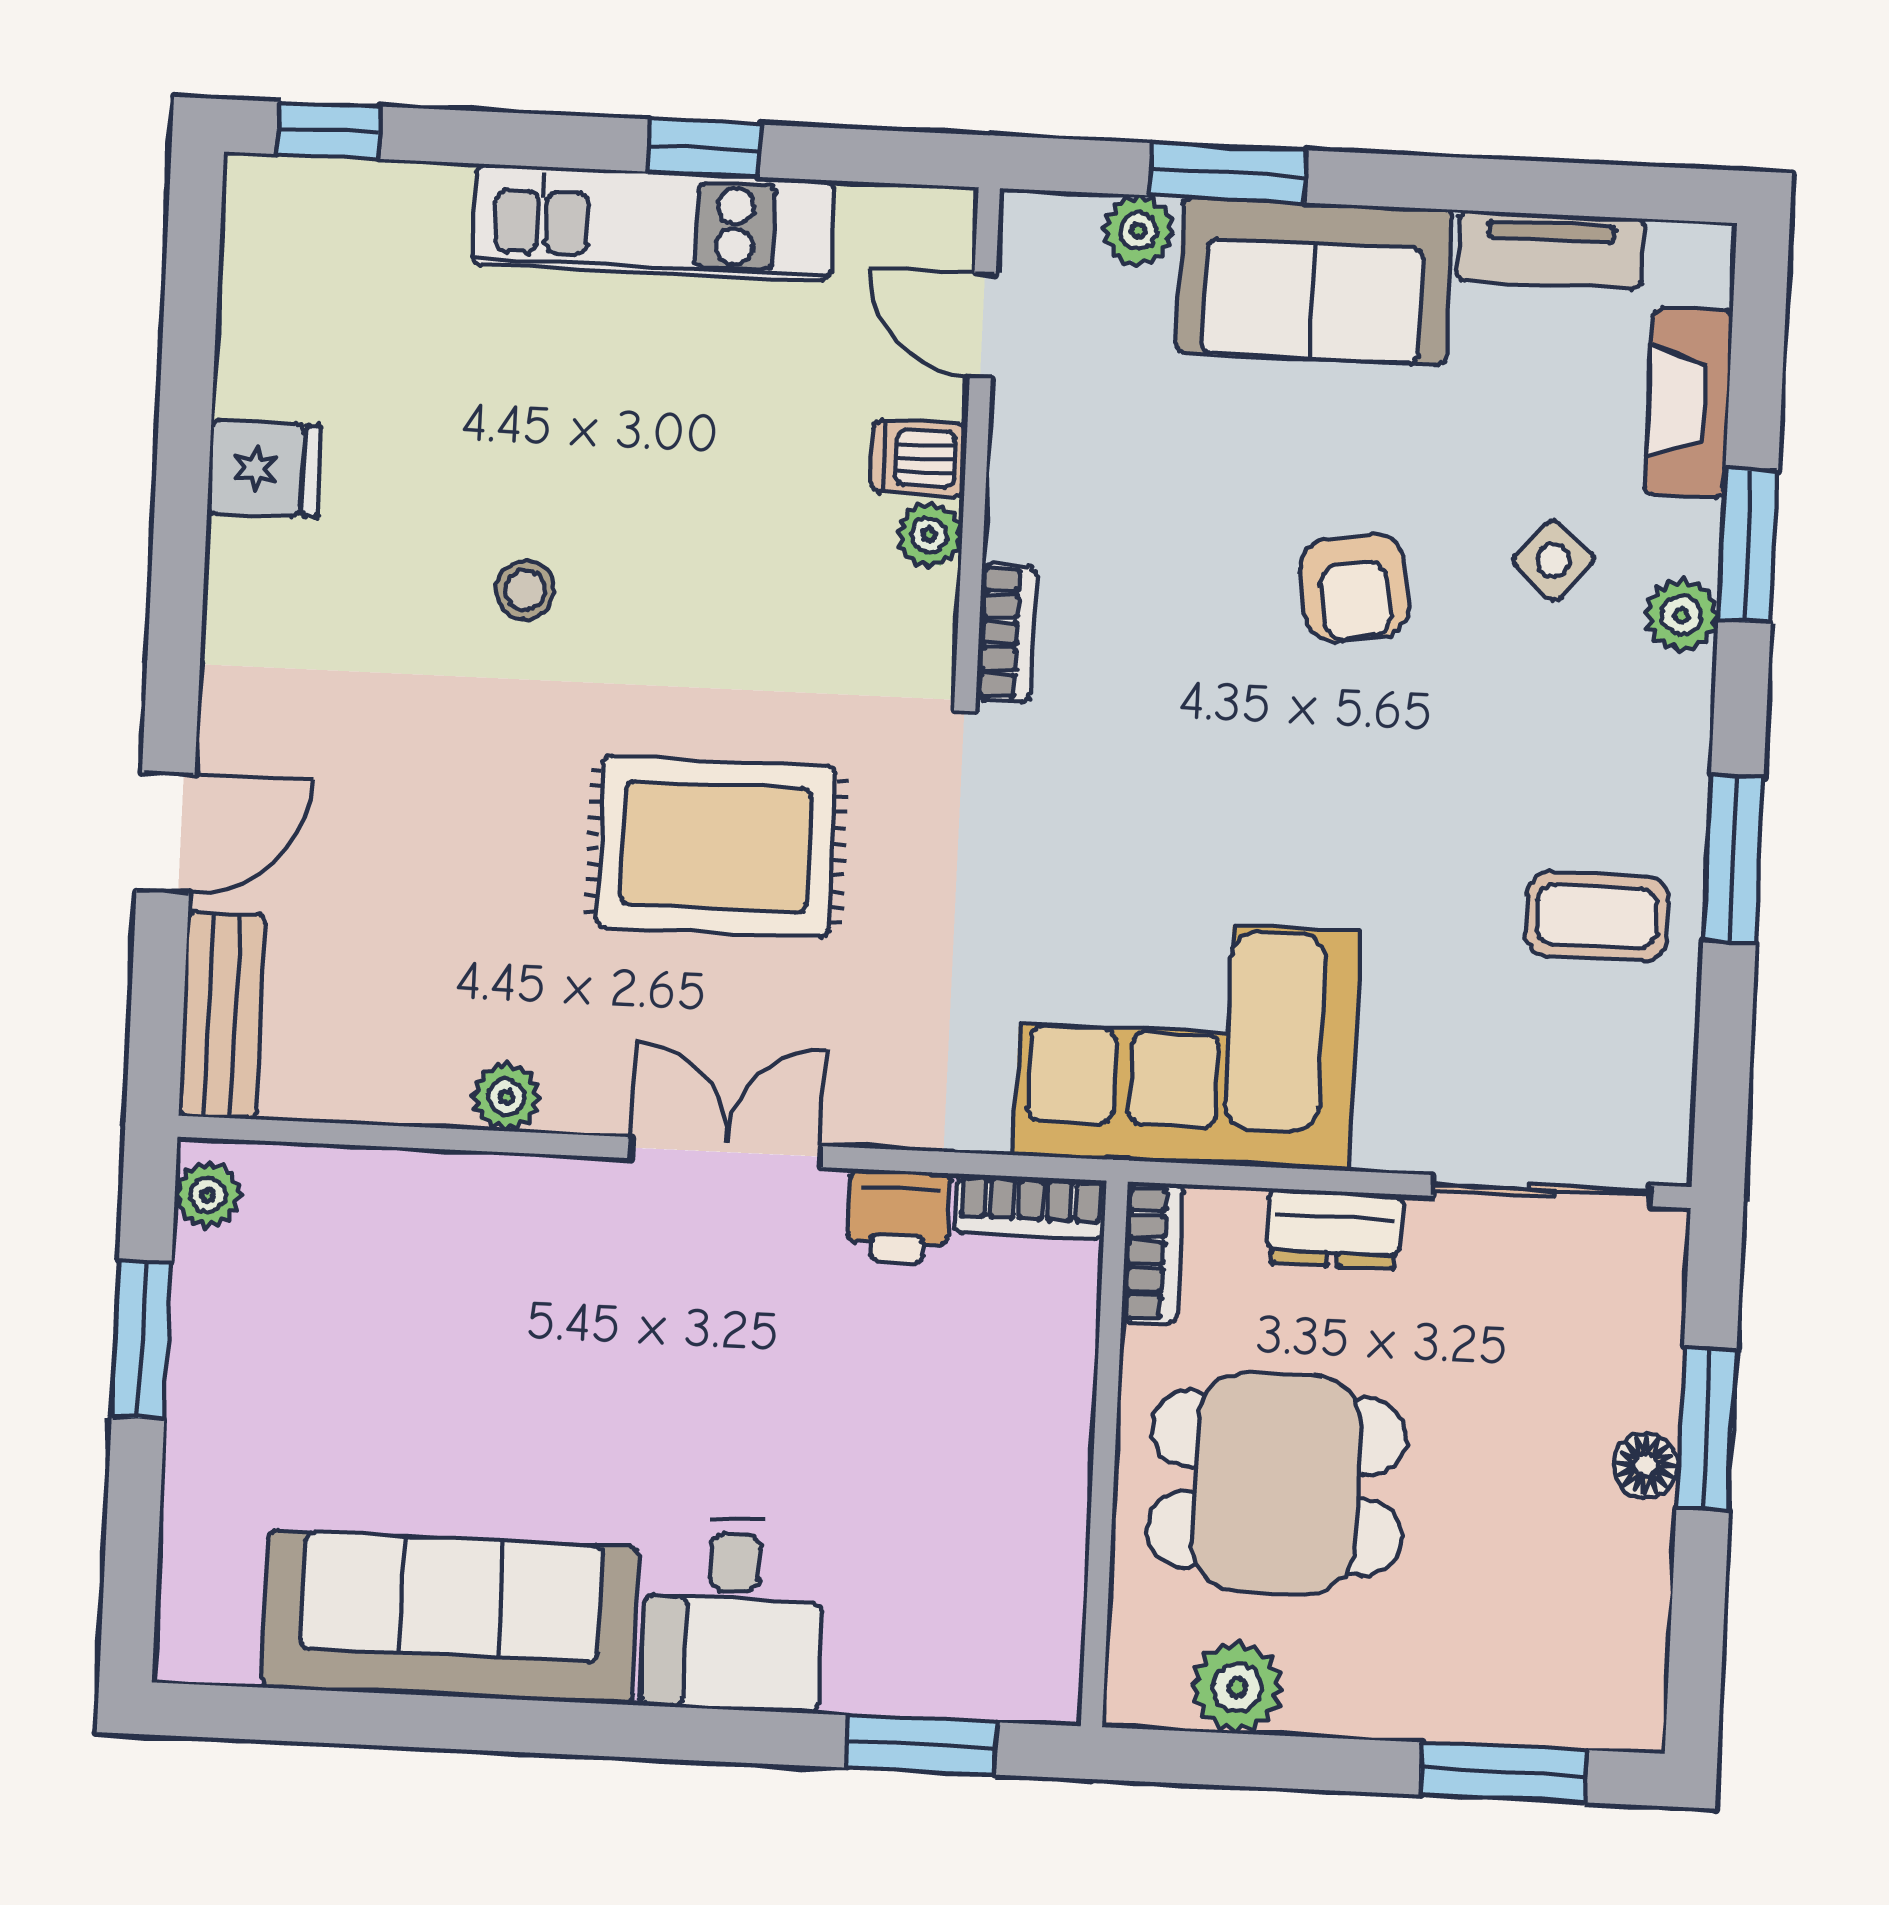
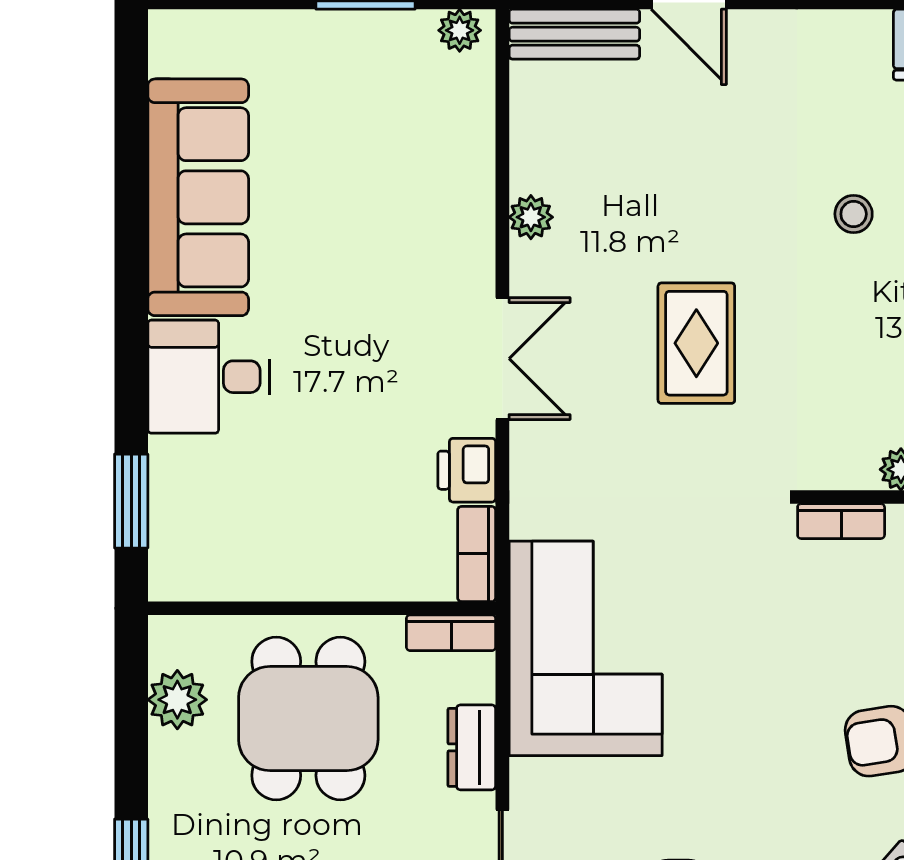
rug: (716, 847) -> (696, 343), width x0.73, depth x0.70

